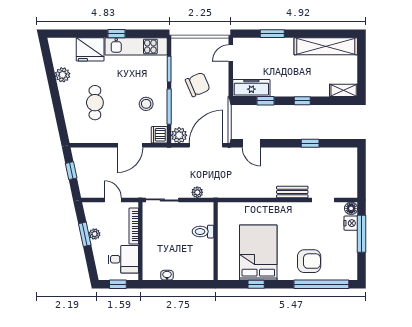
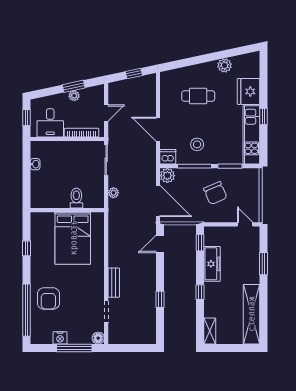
freezer: (251, 88) -> (212, 264), moved
window: (265, 101) -> (200, 243), moved
nightstand: (351, 223) -> (60, 338), moved
bed: (258, 252) -> (73, 238), moved, turned 90

